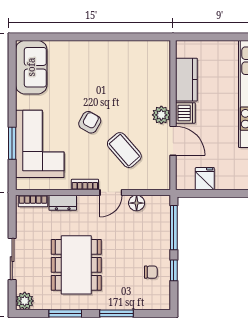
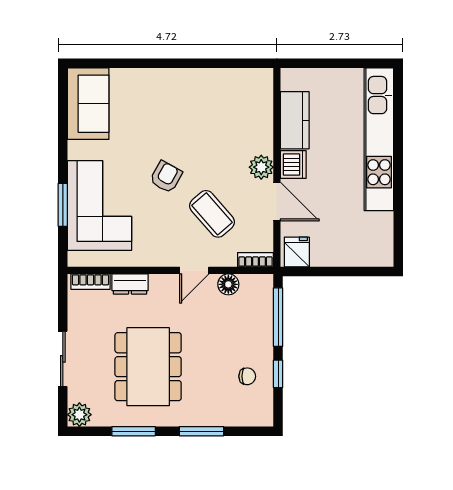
fridge: (205, 179) -> (297, 252), moved
bookcase: (85, 185) -> (255, 260), moved

